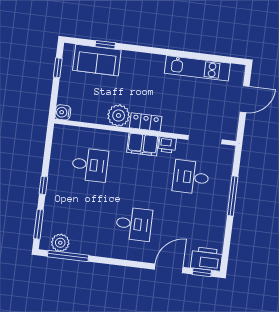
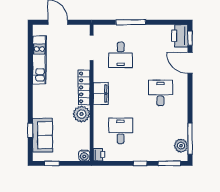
locker: (146, 122) -> (84, 87), width x1.53
printer: (167, 145) -> (99, 155), moved

